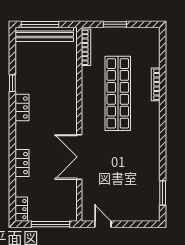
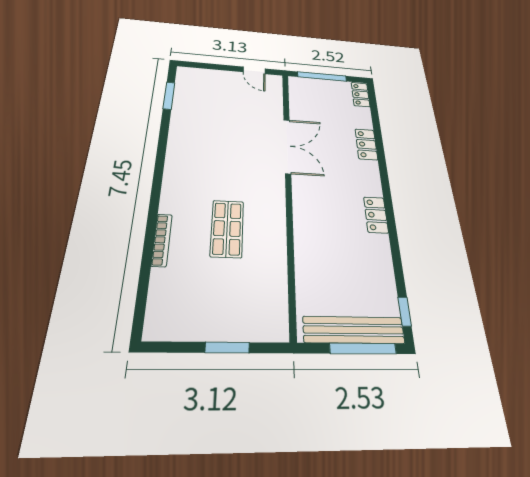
bookcase: (86, 47) -> (280, 305), removed
window: (12, 83) -> (405, 311), moved
shop shelf: (118, 93) -> (227, 228), width x0.50, depth x0.74

